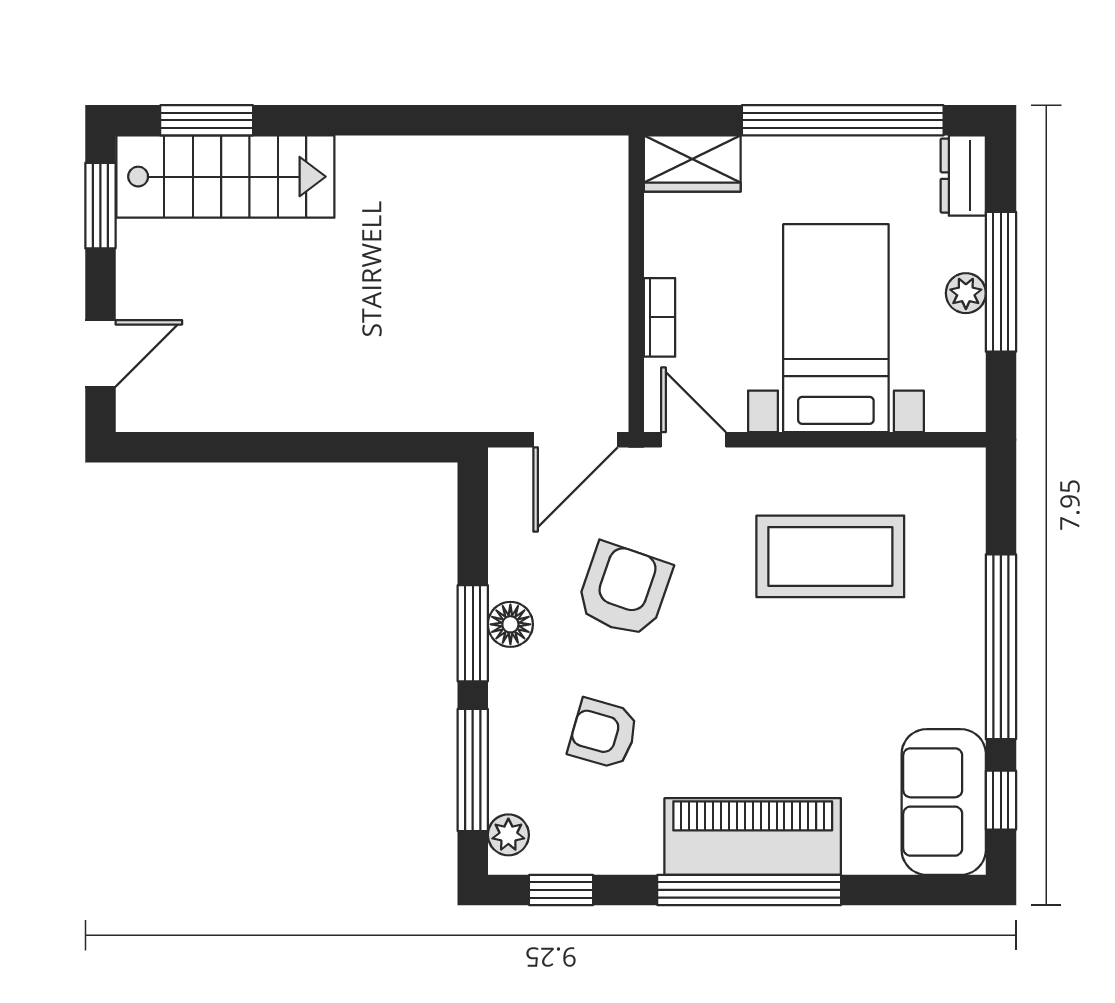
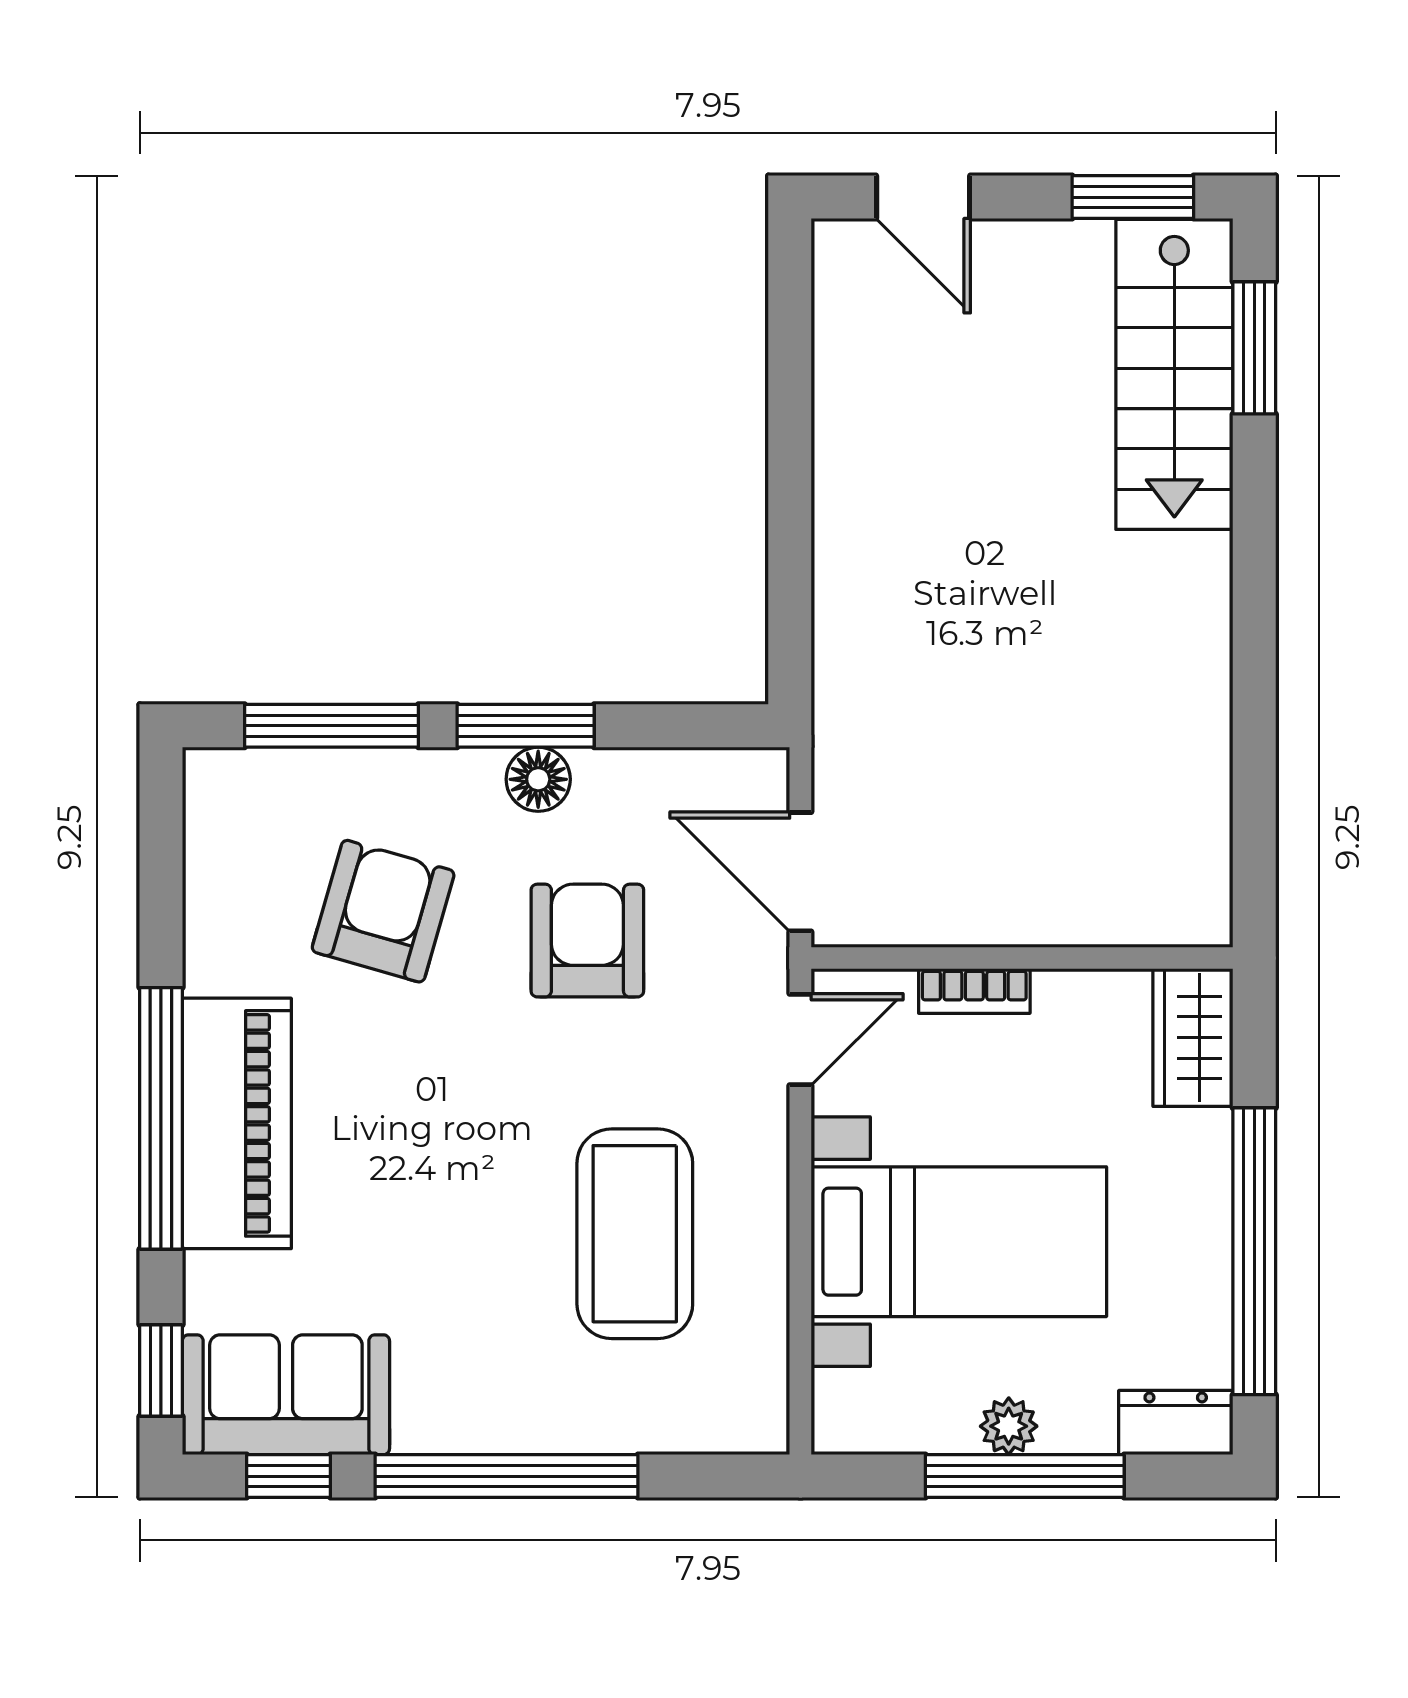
armchair: (624, 590) -> (587, 941), turned -109
armchair: (603, 734) -> (383, 911), width x1.38, depth x1.38
plant: (508, 835) -> (239, 776), removed
window: (561, 890) -> (161, 1371), moved

